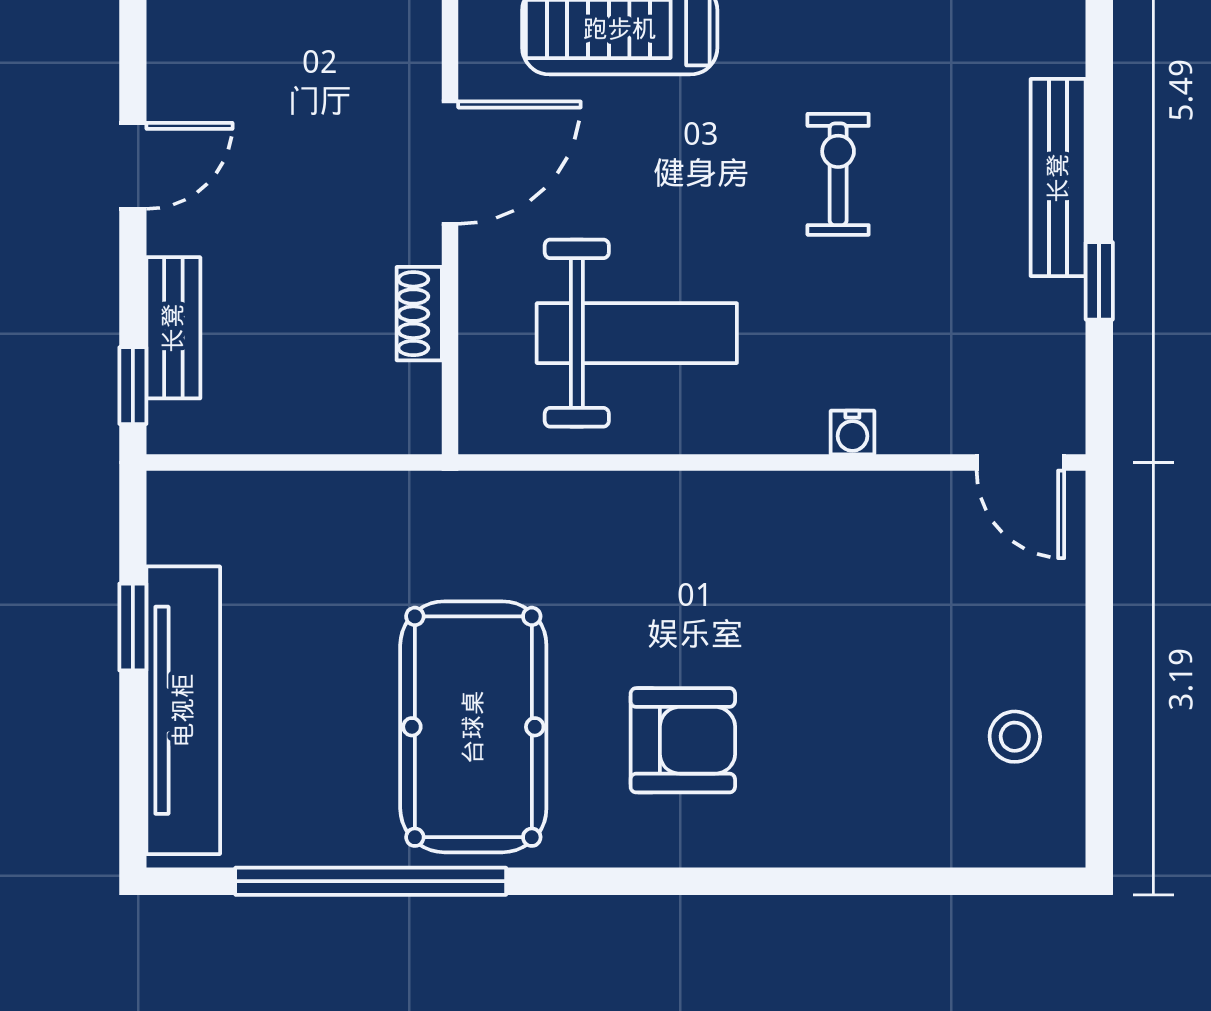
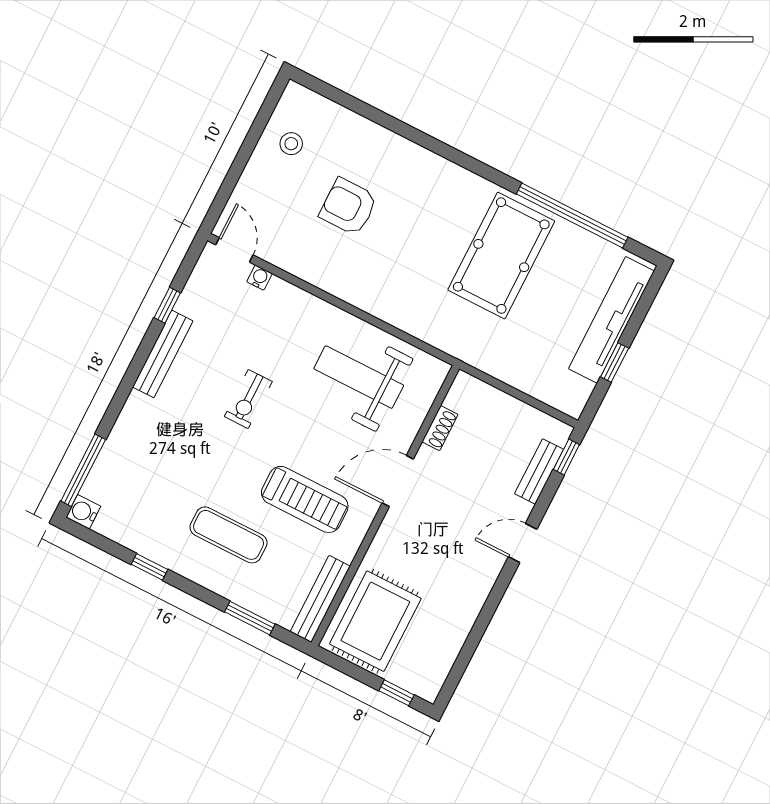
water cooler: (852, 432) -> (260, 278), moved
armchair: (683, 740) -> (348, 207), moved

